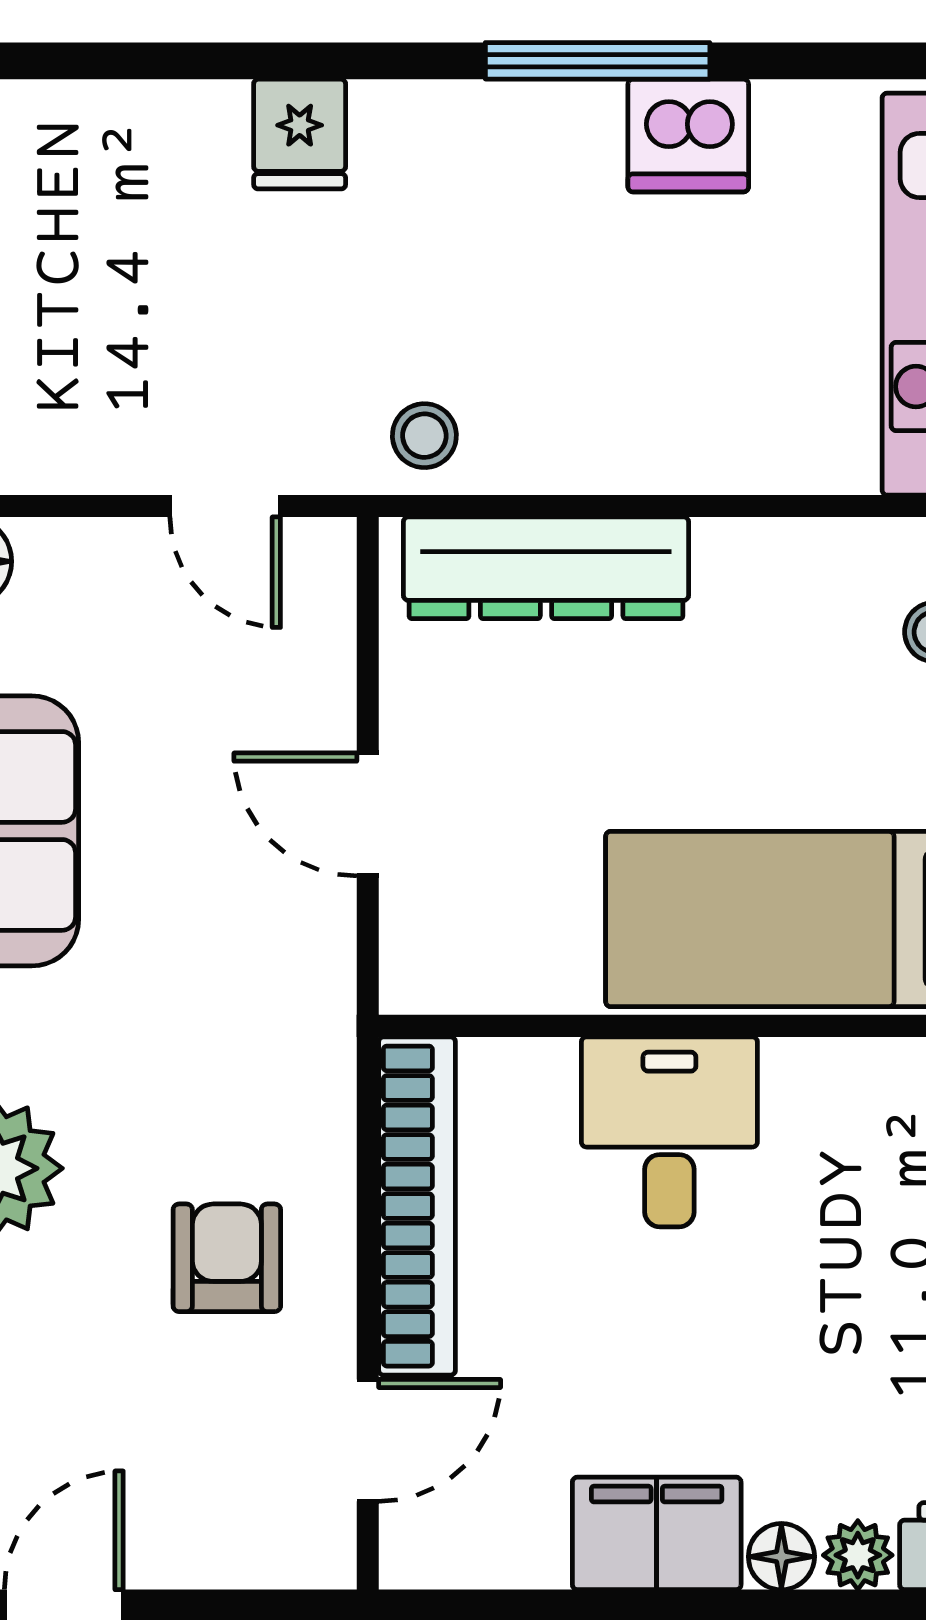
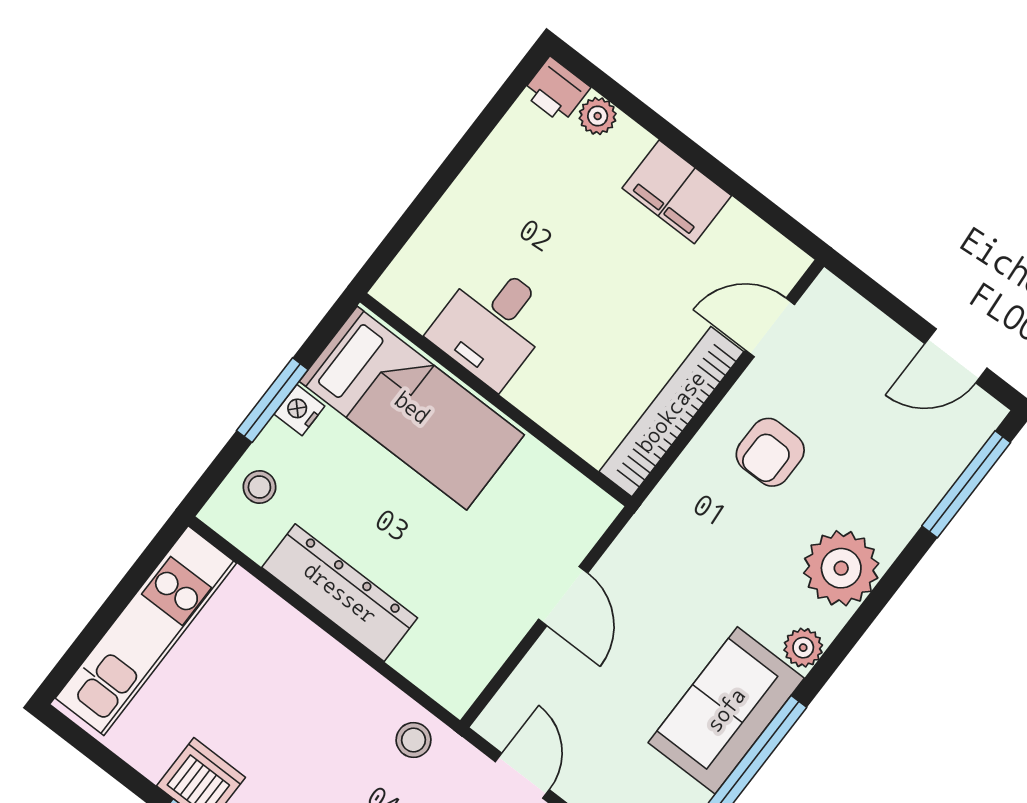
dresser: (546, 568) -> (340, 593), moved
desk: (669, 1132) -> (492, 324), moved
floor lamp: (781, 1557) -> (631, 141), removed

